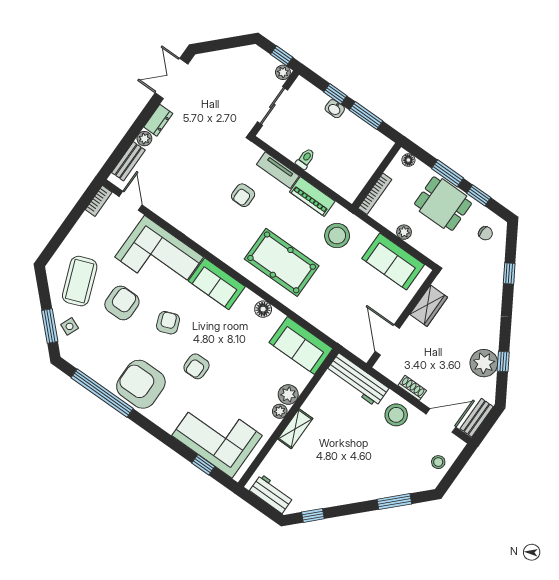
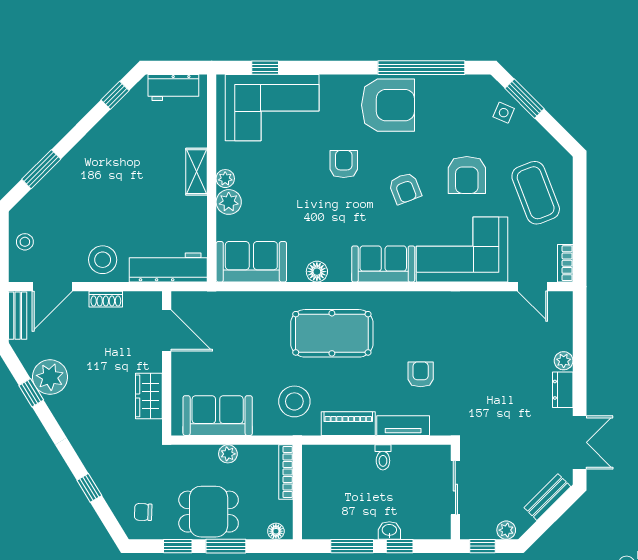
plant: (283, 72) -> (506, 530), moved
bench: (128, 161) -> (547, 497), moved, turned 45
coffee table: (80, 281) -> (536, 193), moved

